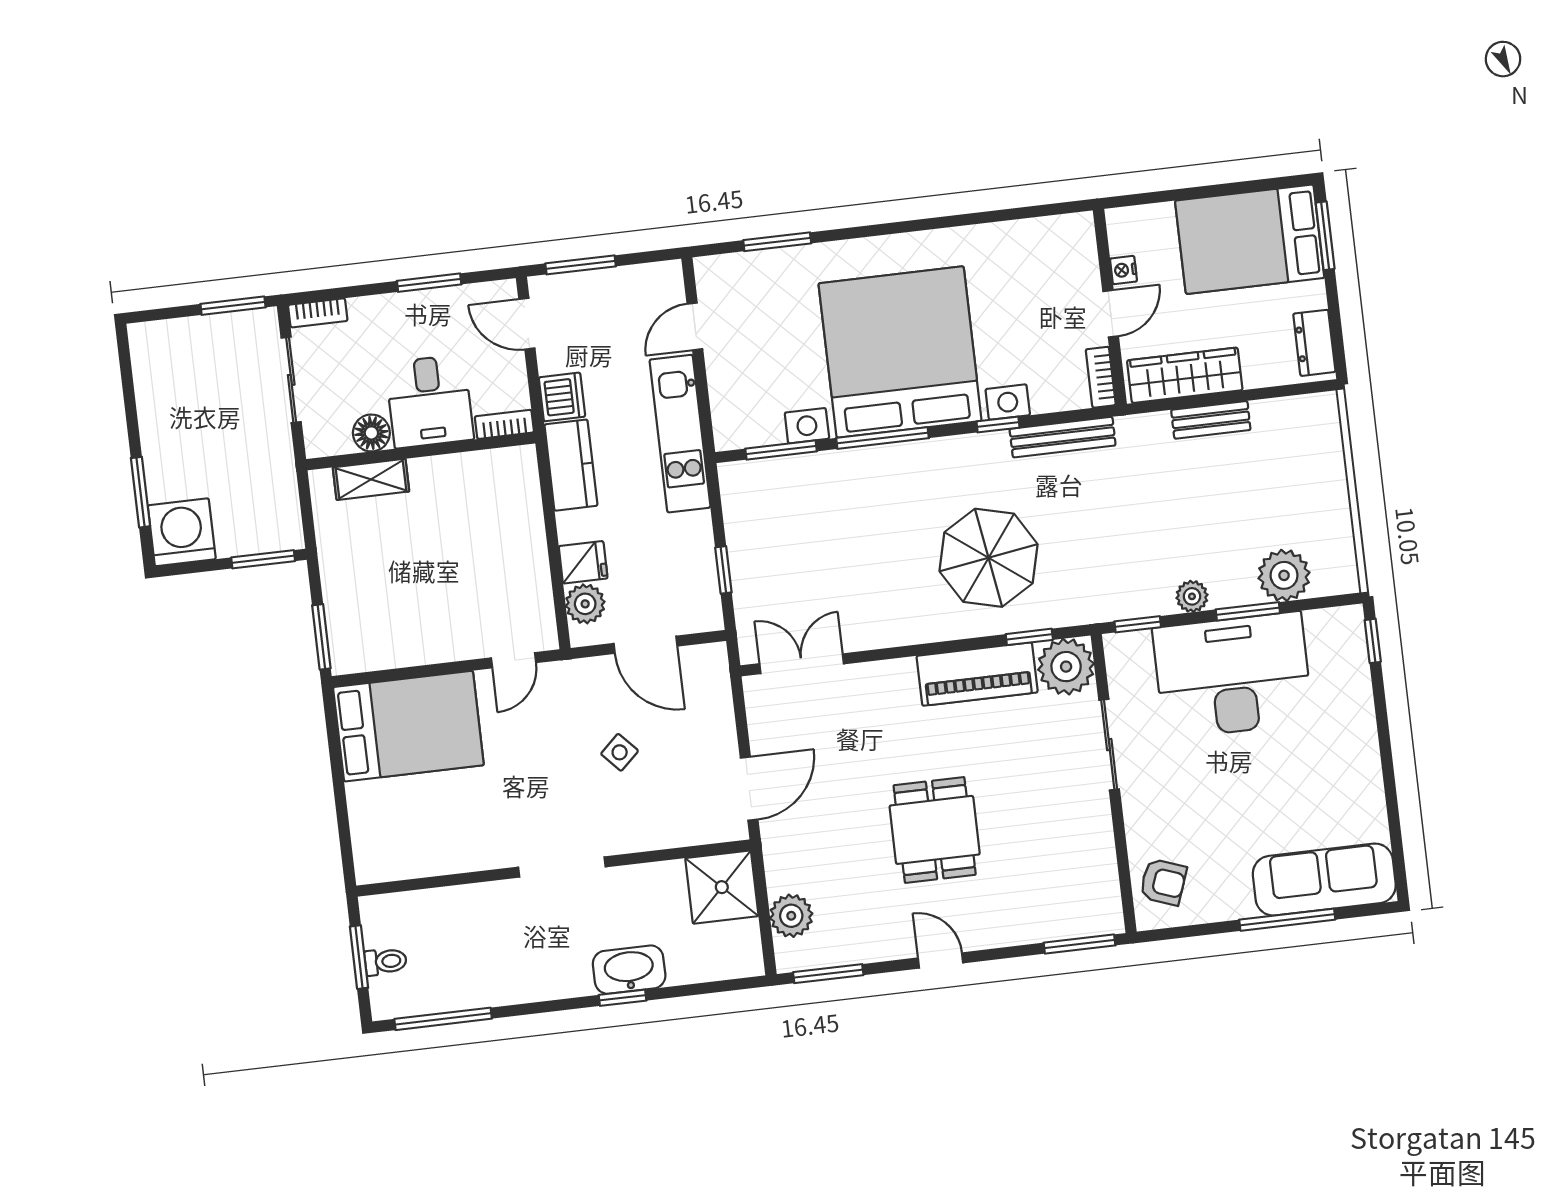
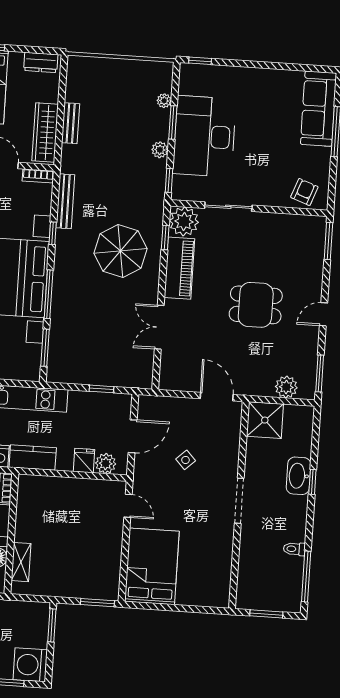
plant: (1284, 575) -> (164, 101), width x0.53, depth x0.53
double door: (802, 664) -> (159, 327), moved
toilet: (386, 962) -> (294, 549), moved, turned -90

